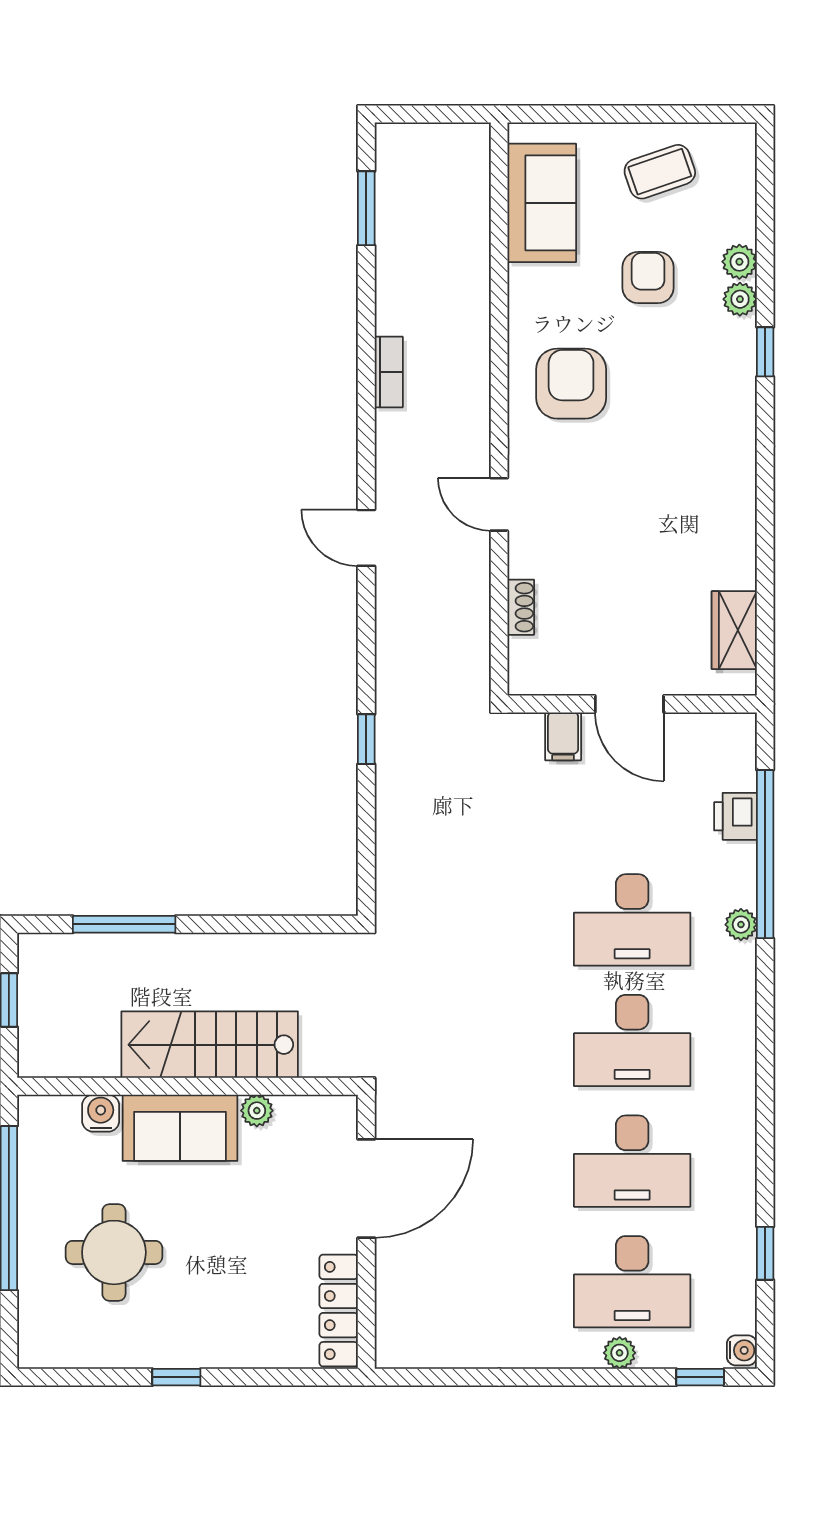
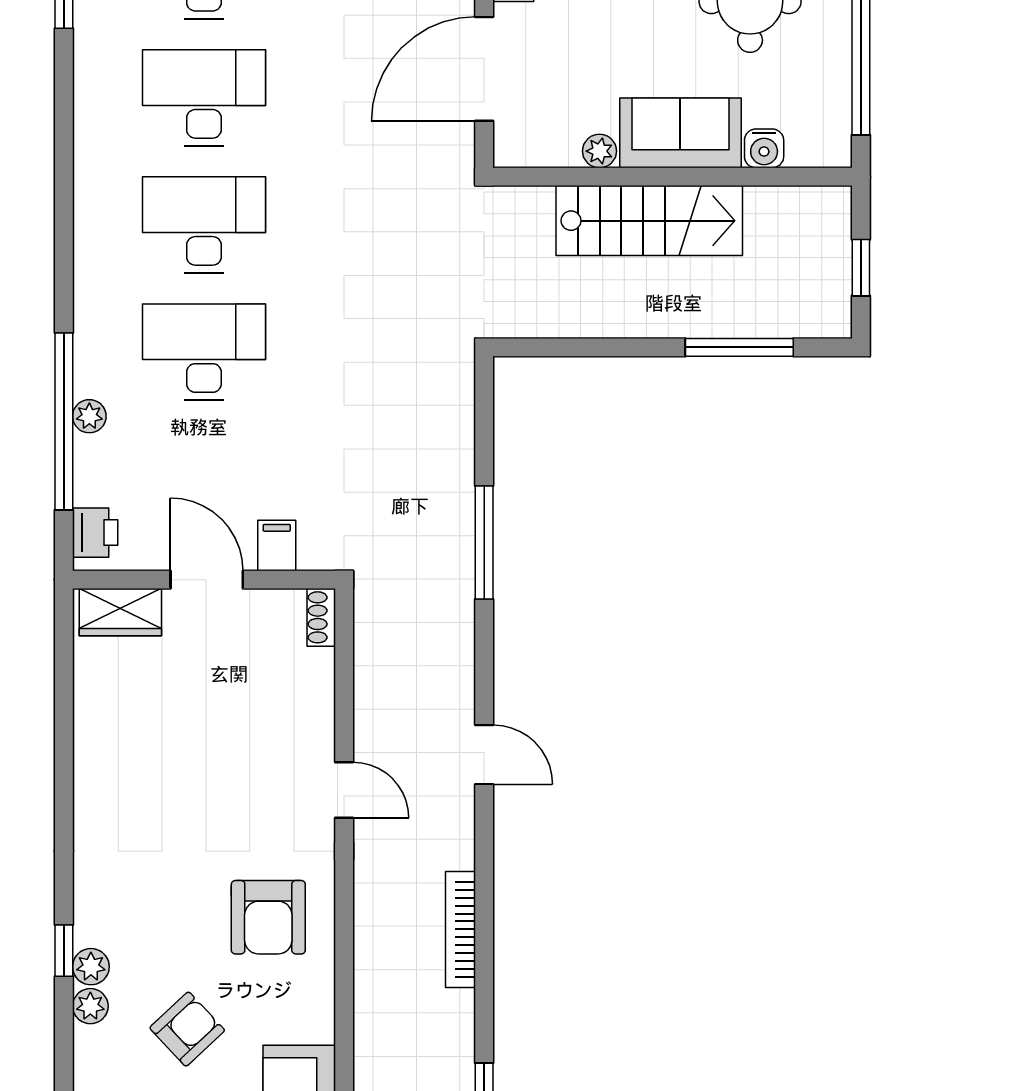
plant: (739, 262) -> (91, 967), moved
armchair: (648, 277) -> (187, 1029), turned -133
bookcase: (389, 372) -> (461, 929), width x1.56
shoe rack: (521, 607) -> (321, 617), moved
wardrobe: (734, 630) -> (120, 612), moved, turned 90
window: (366, 739) -> (484, 543), width x2.17
printer: (735, 816) -> (95, 533), moved
plant: (741, 925) -> (89, 416), moved

